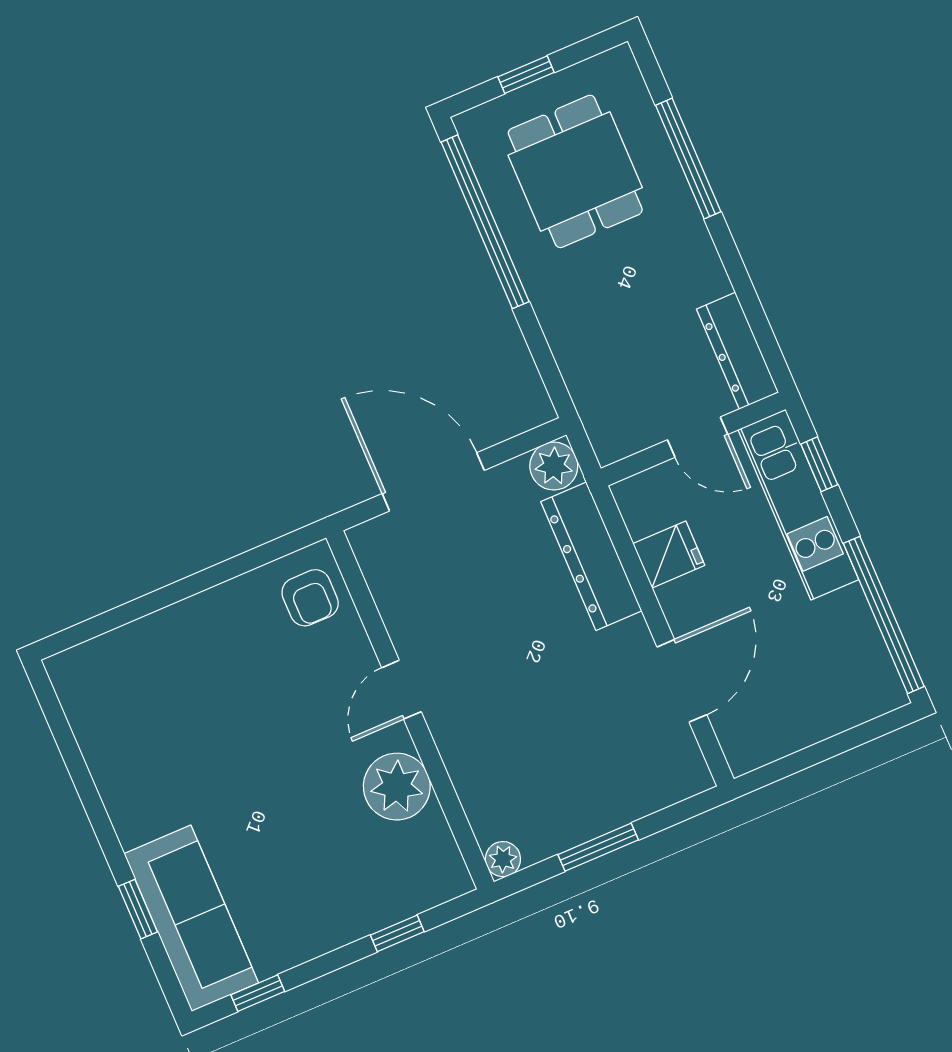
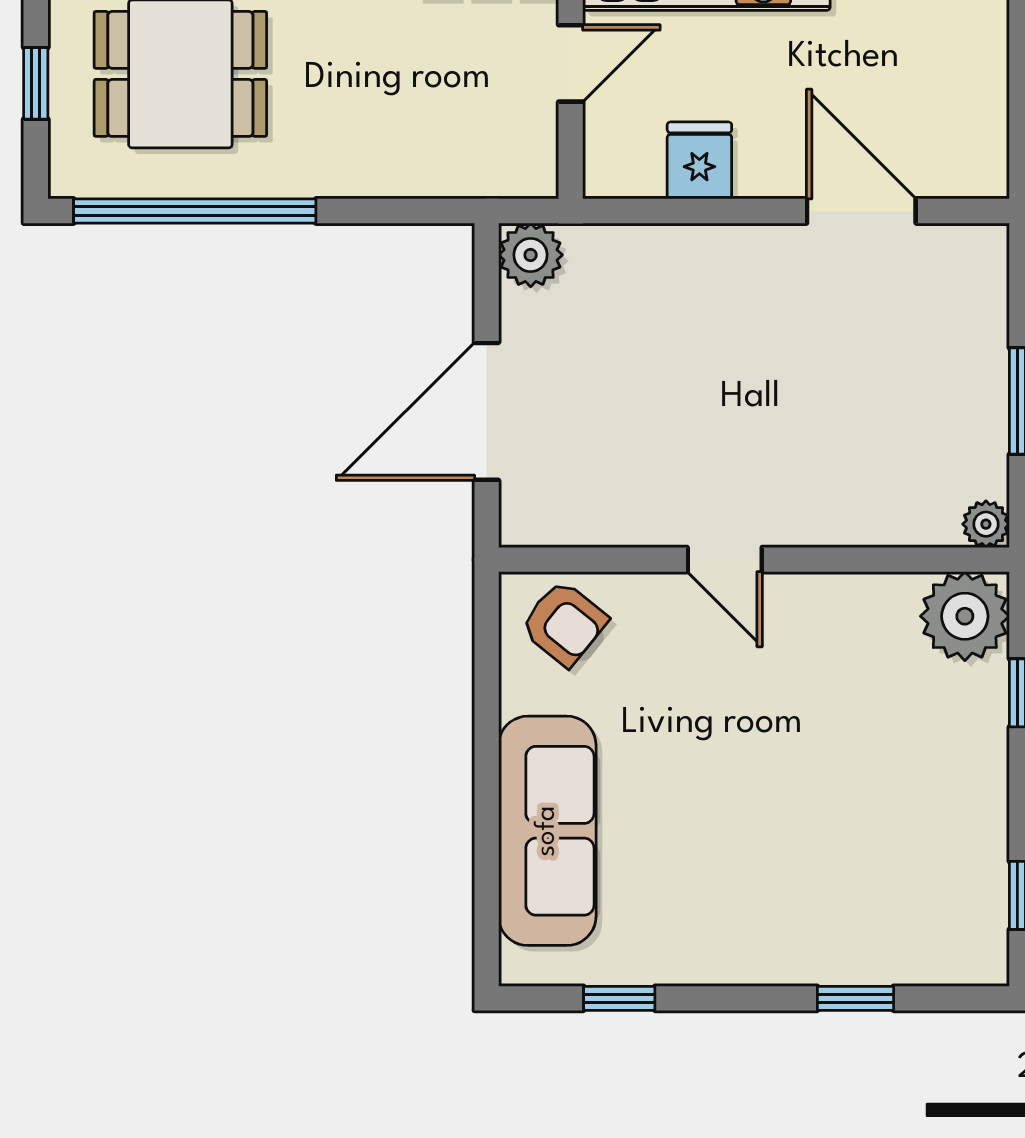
dresser: (591, 556) -> (661, 256), removed
armchair: (310, 598) -> (564, 623), turned 39
window: (68, 747) -> (619, 998), added
plant: (397, 787) -> (965, 616), moved
sofa: (191, 918) -> (547, 831), moved, turned 90

